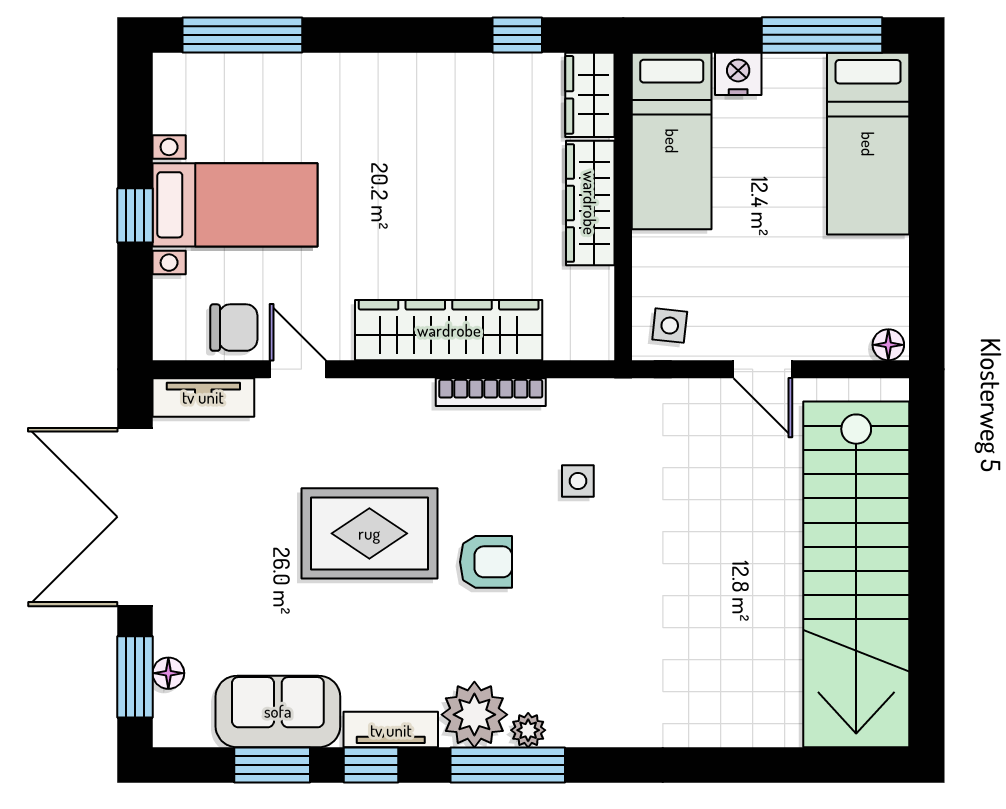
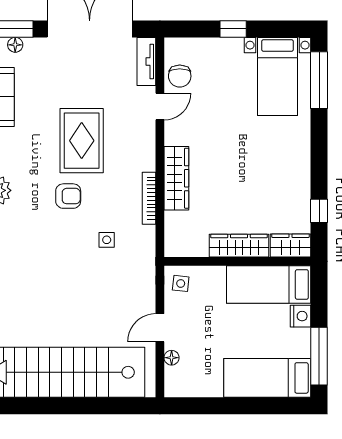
bed with nightstands: (235, 205) -> (278, 77), moved
wardrobe: (449, 330) -> (176, 178), width x0.71, depth x0.85
floor lamp: (888, 345) -> (172, 358), moved
armchair: (486, 562) -> (68, 196), turned -90

